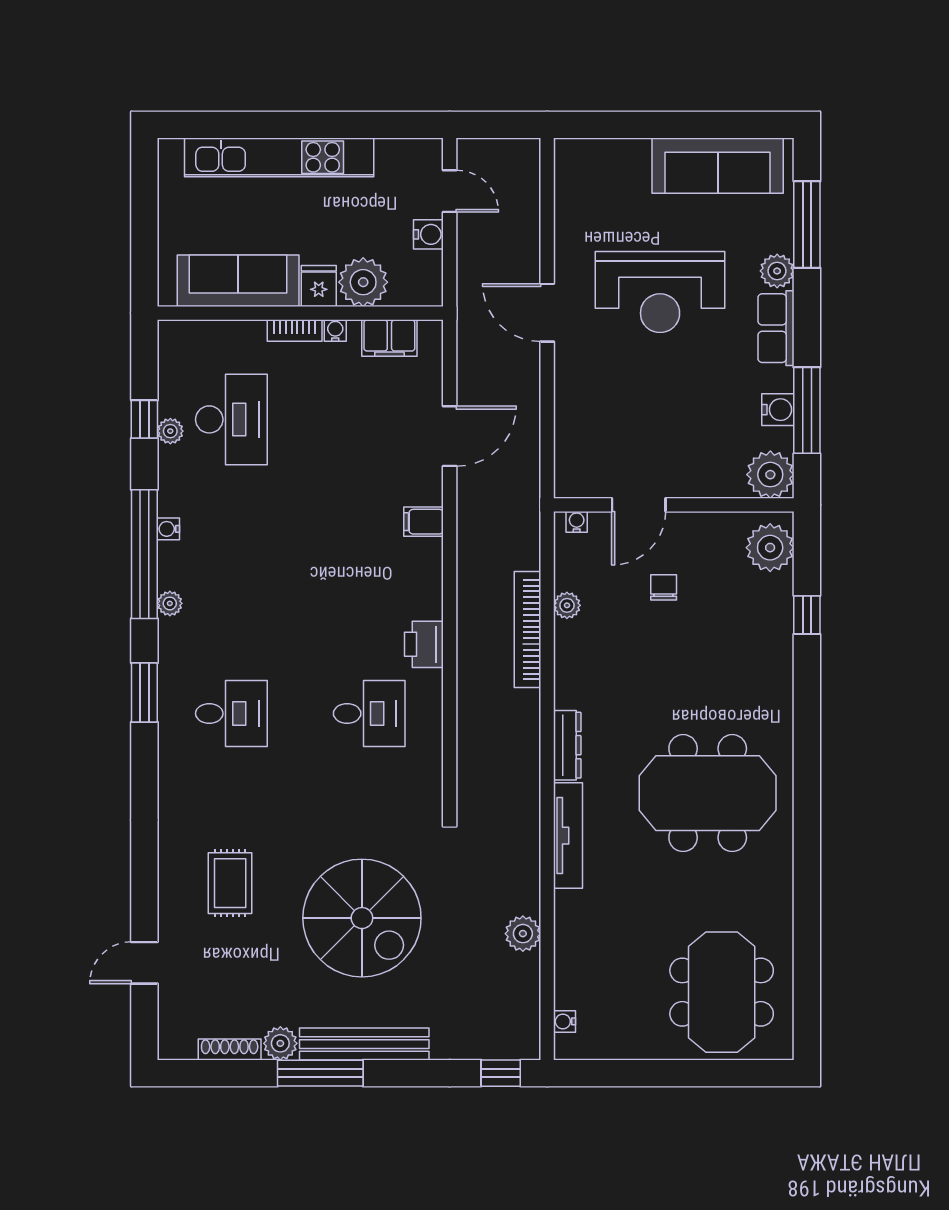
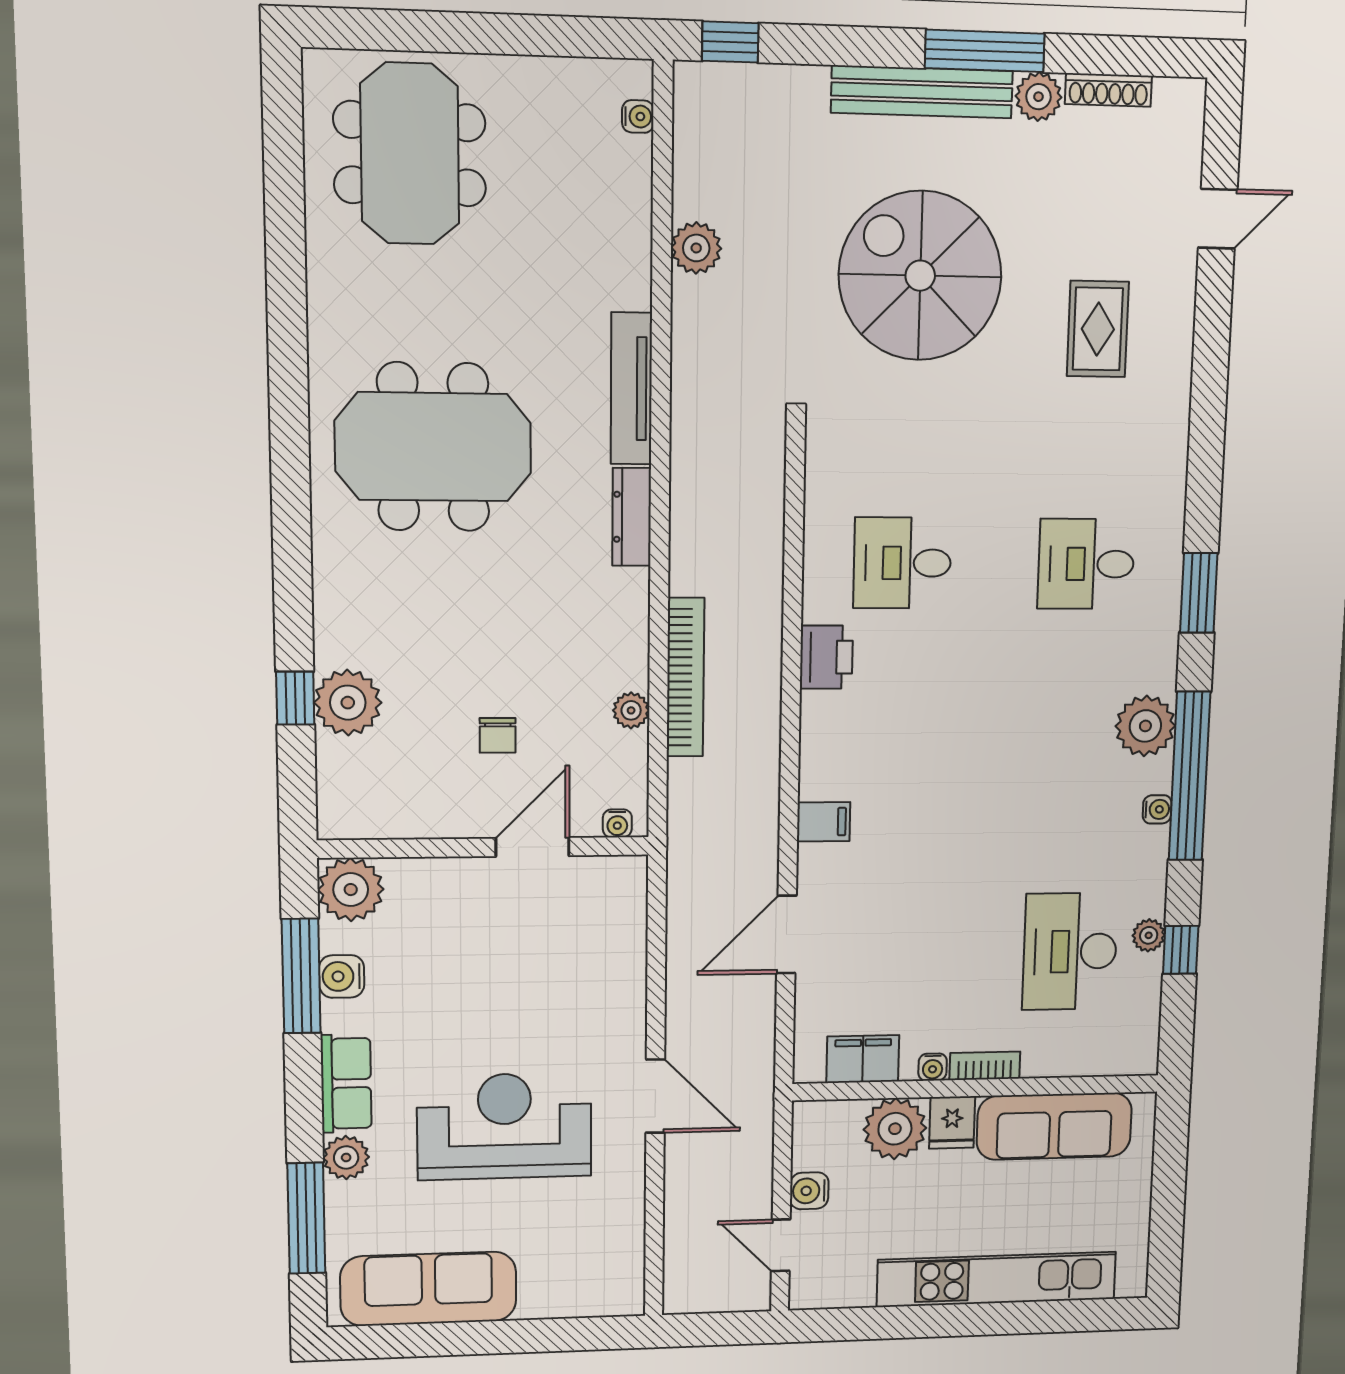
plant: (770, 548) -> (348, 703), moved
plant: (170, 603) -> (1145, 726), width x1.87, depth x1.87

